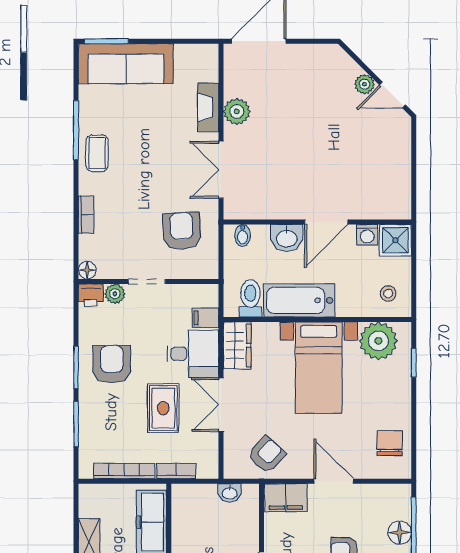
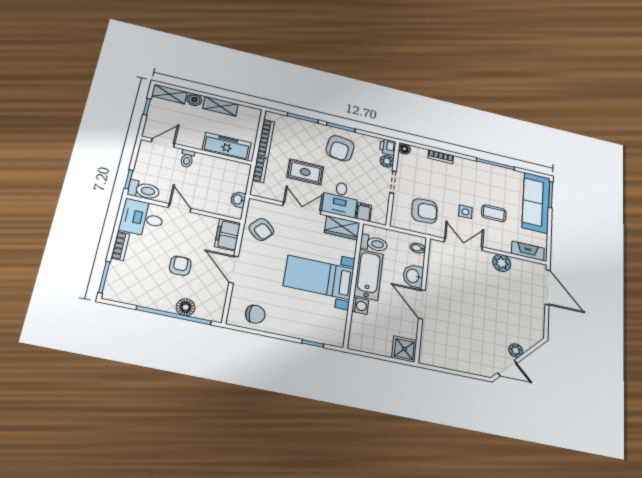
door: (392, 95) -> (507, 368), swing flipped
fireplace: (208, 107) -> (528, 251), moved
coffee table: (97, 153) -> (494, 213), moved
side table: (168, 170) -> (465, 212), added
washing machine: (367, 235) -> (360, 306), moved, turned 180
stool: (388, 294) -> (366, 336), removed
plant: (378, 341) -> (332, 322), removed
armchair: (112, 364) -> (340, 148), turned 98
door: (334, 481) -> (234, 270), swing flipped

